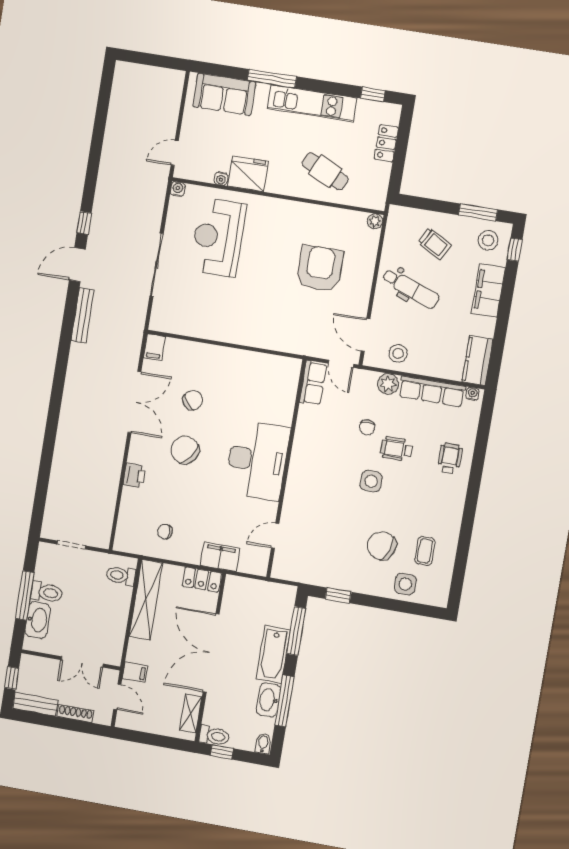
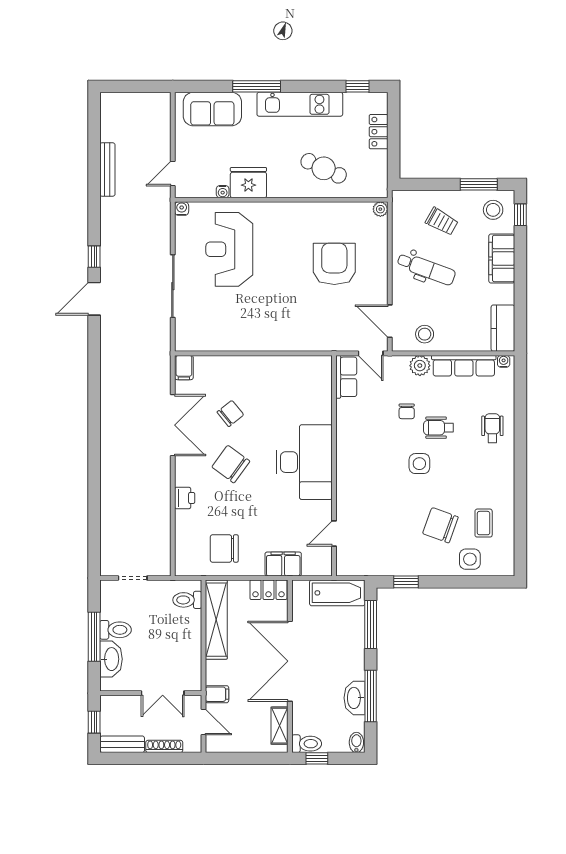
bench: (83, 315) -> (107, 170), moved
chair: (165, 532) -> (224, 548), width x1.87, depth x1.87
bathtub: (273, 655) -> (337, 593), moved, turned -90

